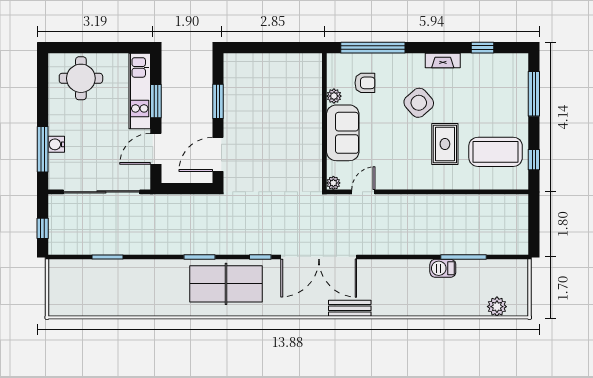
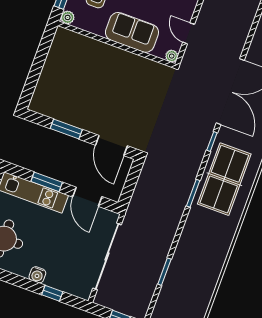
plant: (334, 96) -> (68, 17), moved
water cooler: (56, 144) -> (37, 275), moved
window: (43, 149) -> (52, 293), width x0.46

